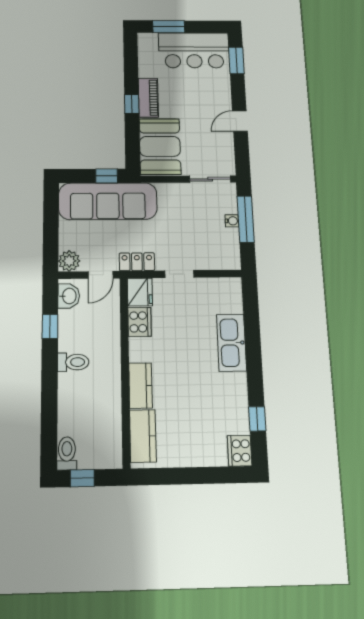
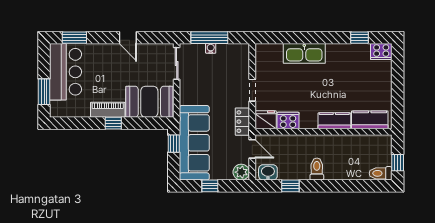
window: (51, 221) -> (210, 186), added

